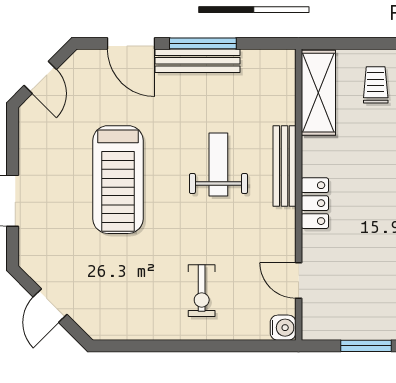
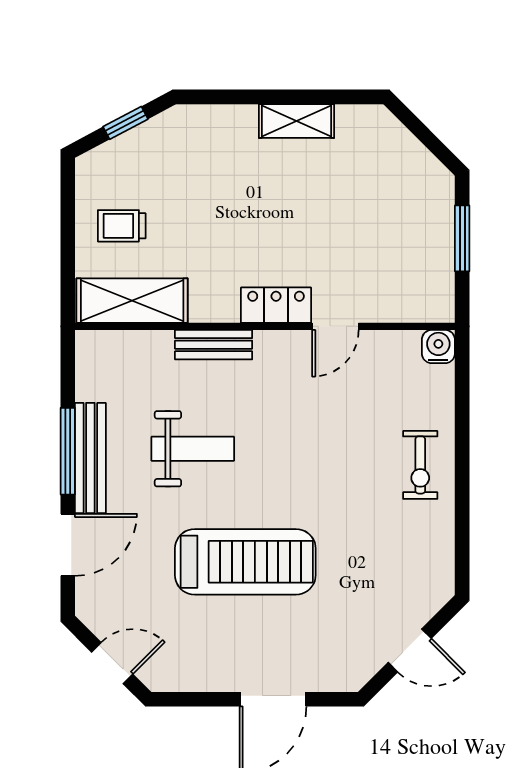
weight bench: (218, 165) -> (193, 449), moved, turned 180
bench: (284, 166) -> (214, 345), width x0.73
door: (299, 281) -> (335, 326), moved
exercise bike: (202, 291) -> (420, 465), moved, turned 90

